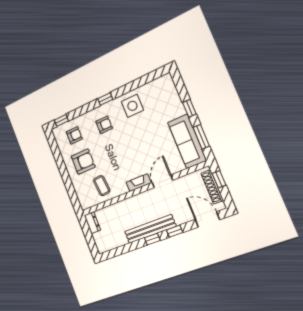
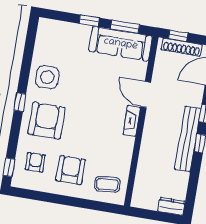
armchair: (104, 125) -> (46, 121), width x1.88, depth x1.88
coffee table: (102, 186) -> (107, 184), moved
dresser: (92, 223) -> (171, 206), moved

